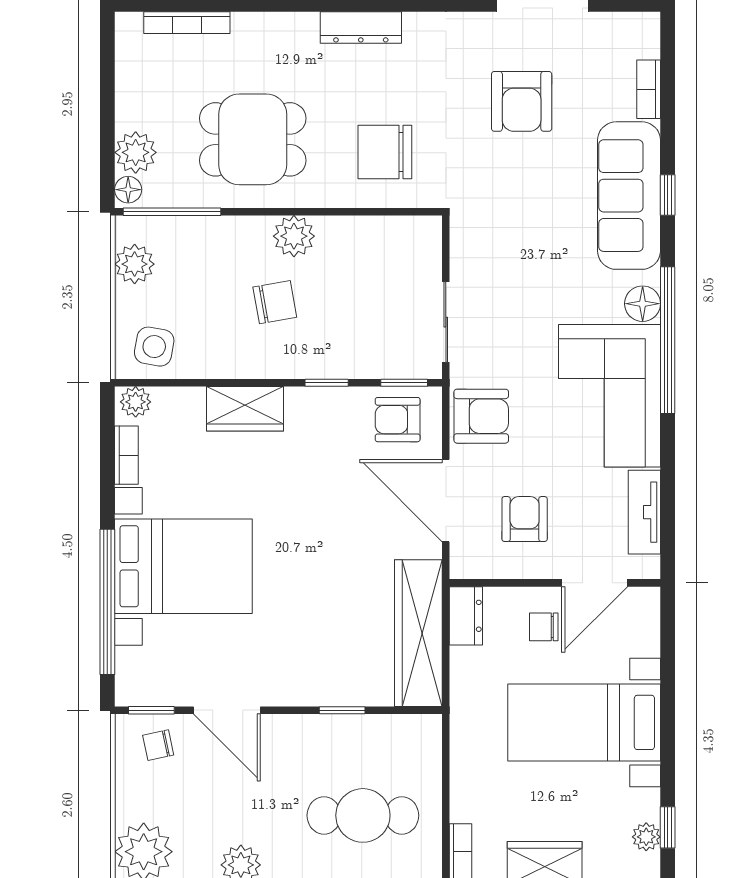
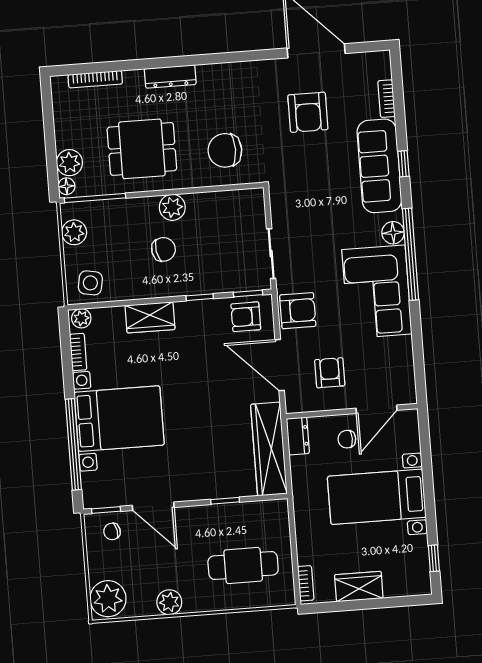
dresser: (361, 28) -> (170, 77), moved
tv unit: (644, 512) -> (404, 363), removed
plant: (646, 837) -> (421, 565), removed

